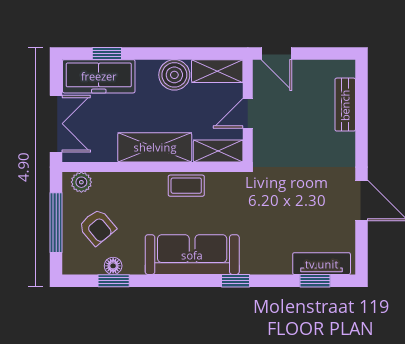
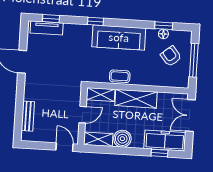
plant: (81, 182) -> (178, 82), removed

